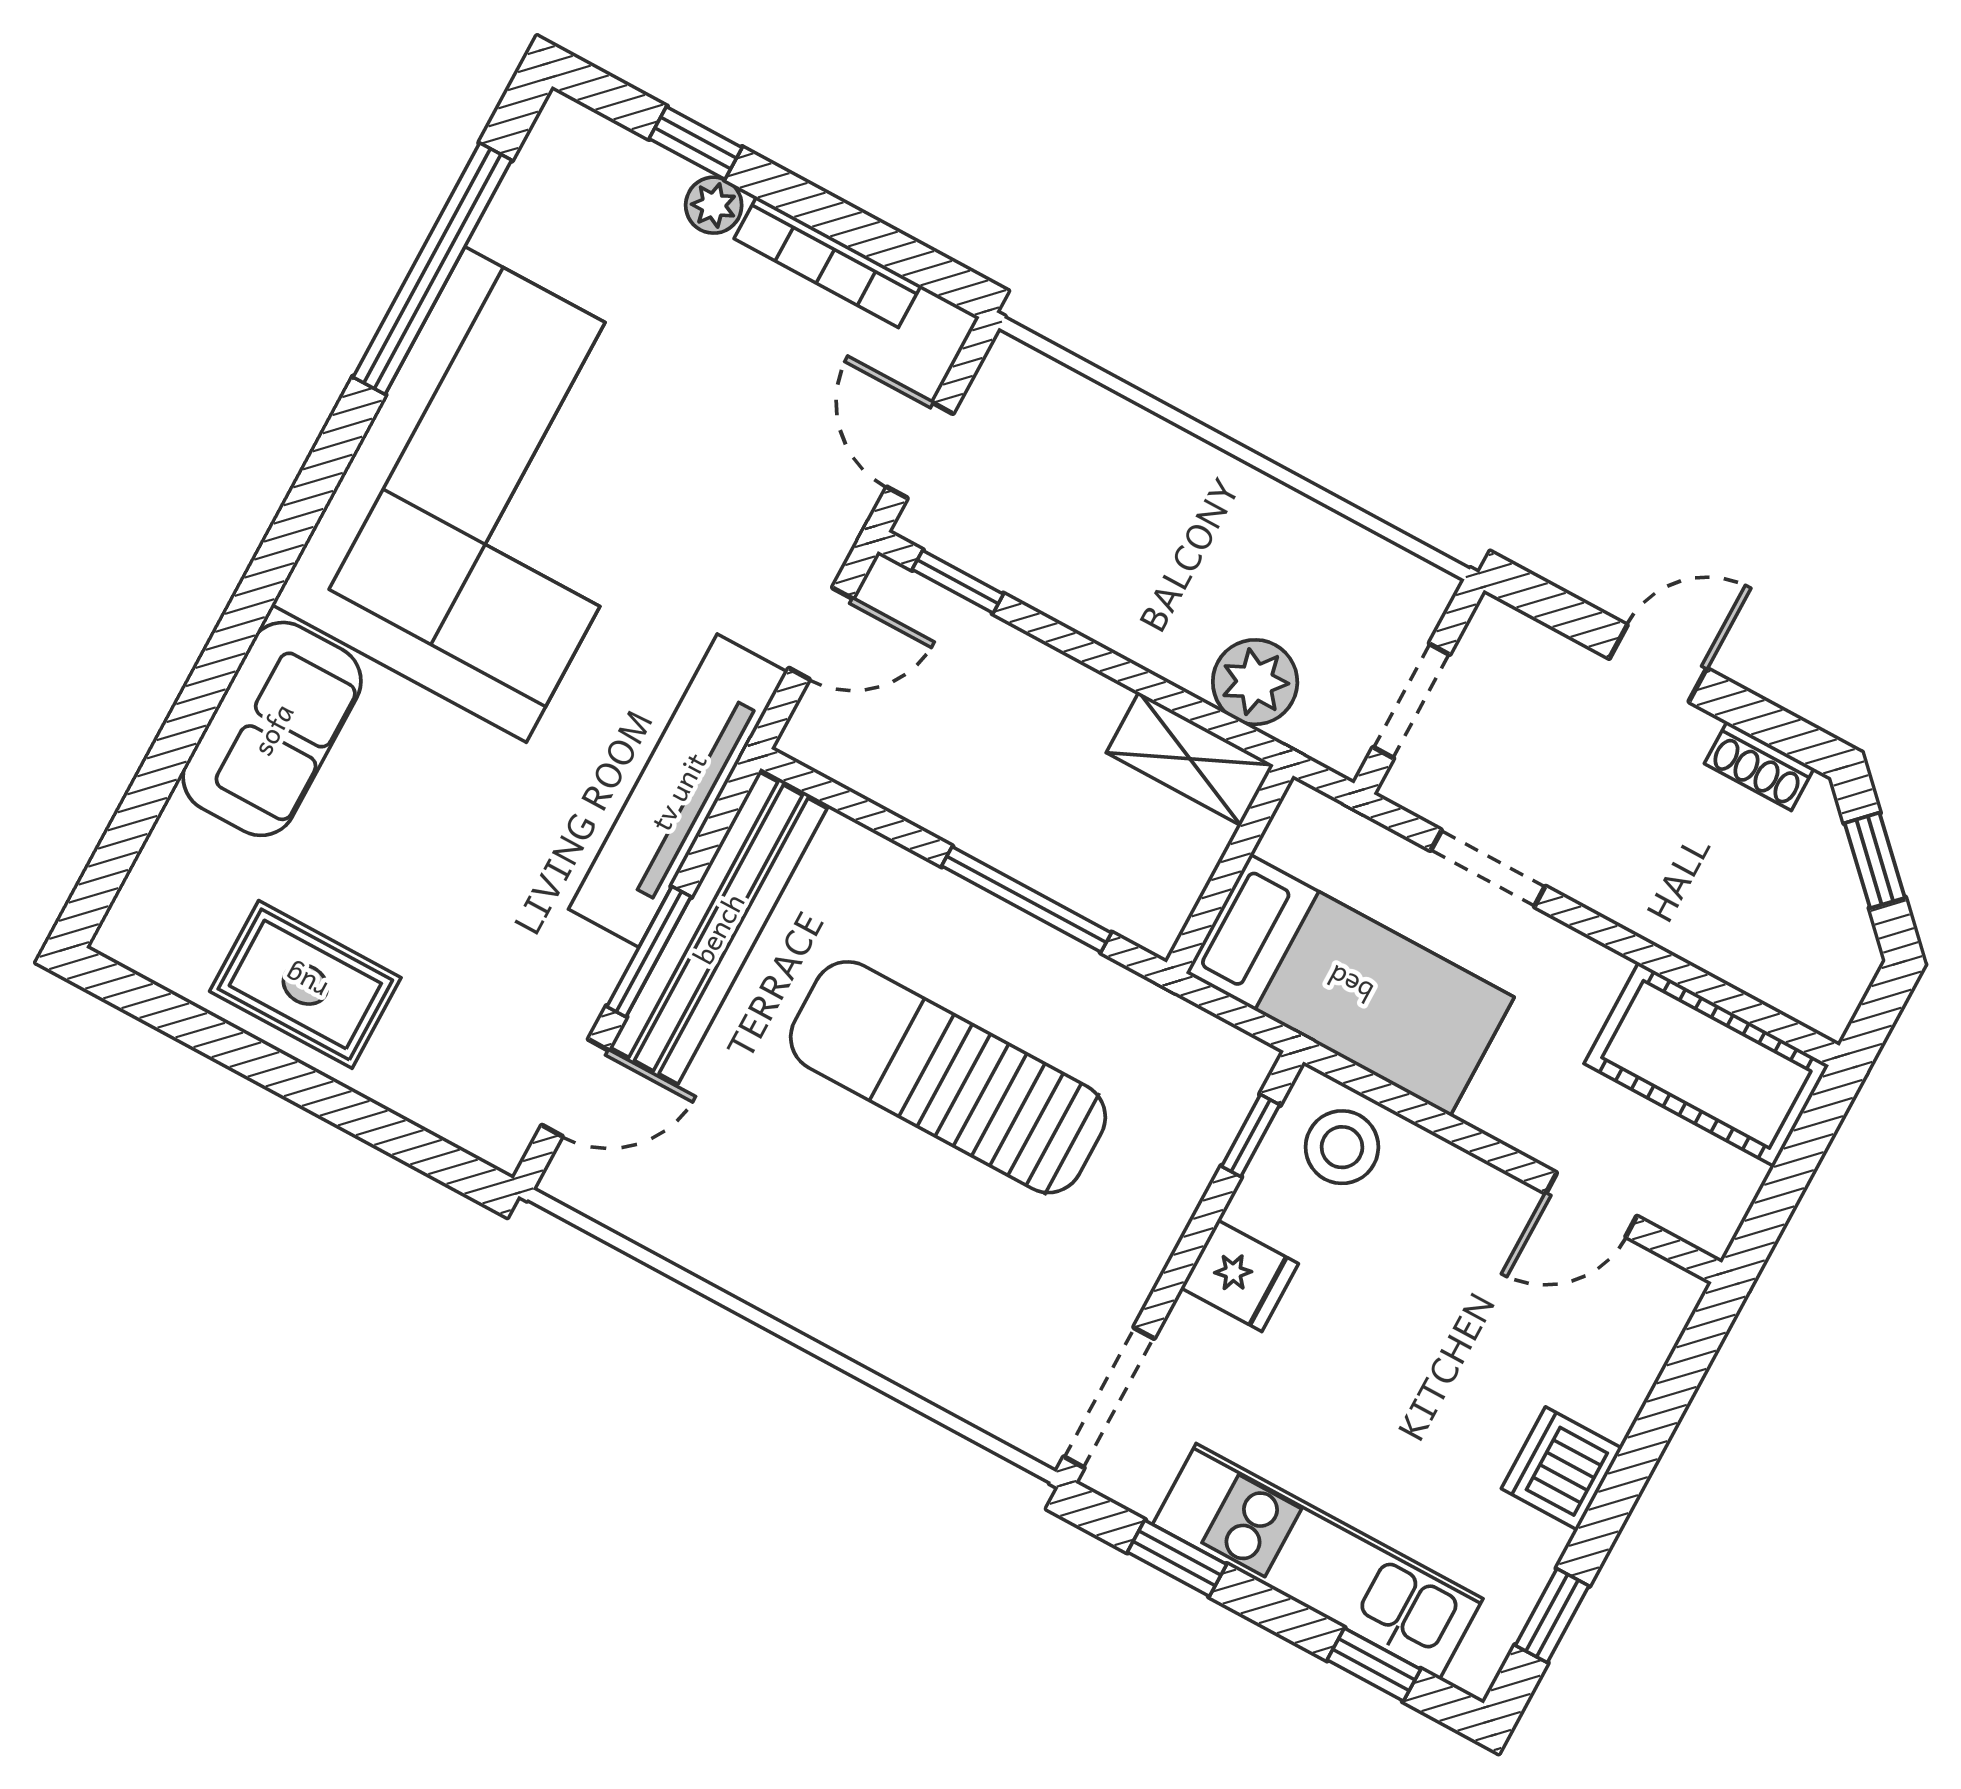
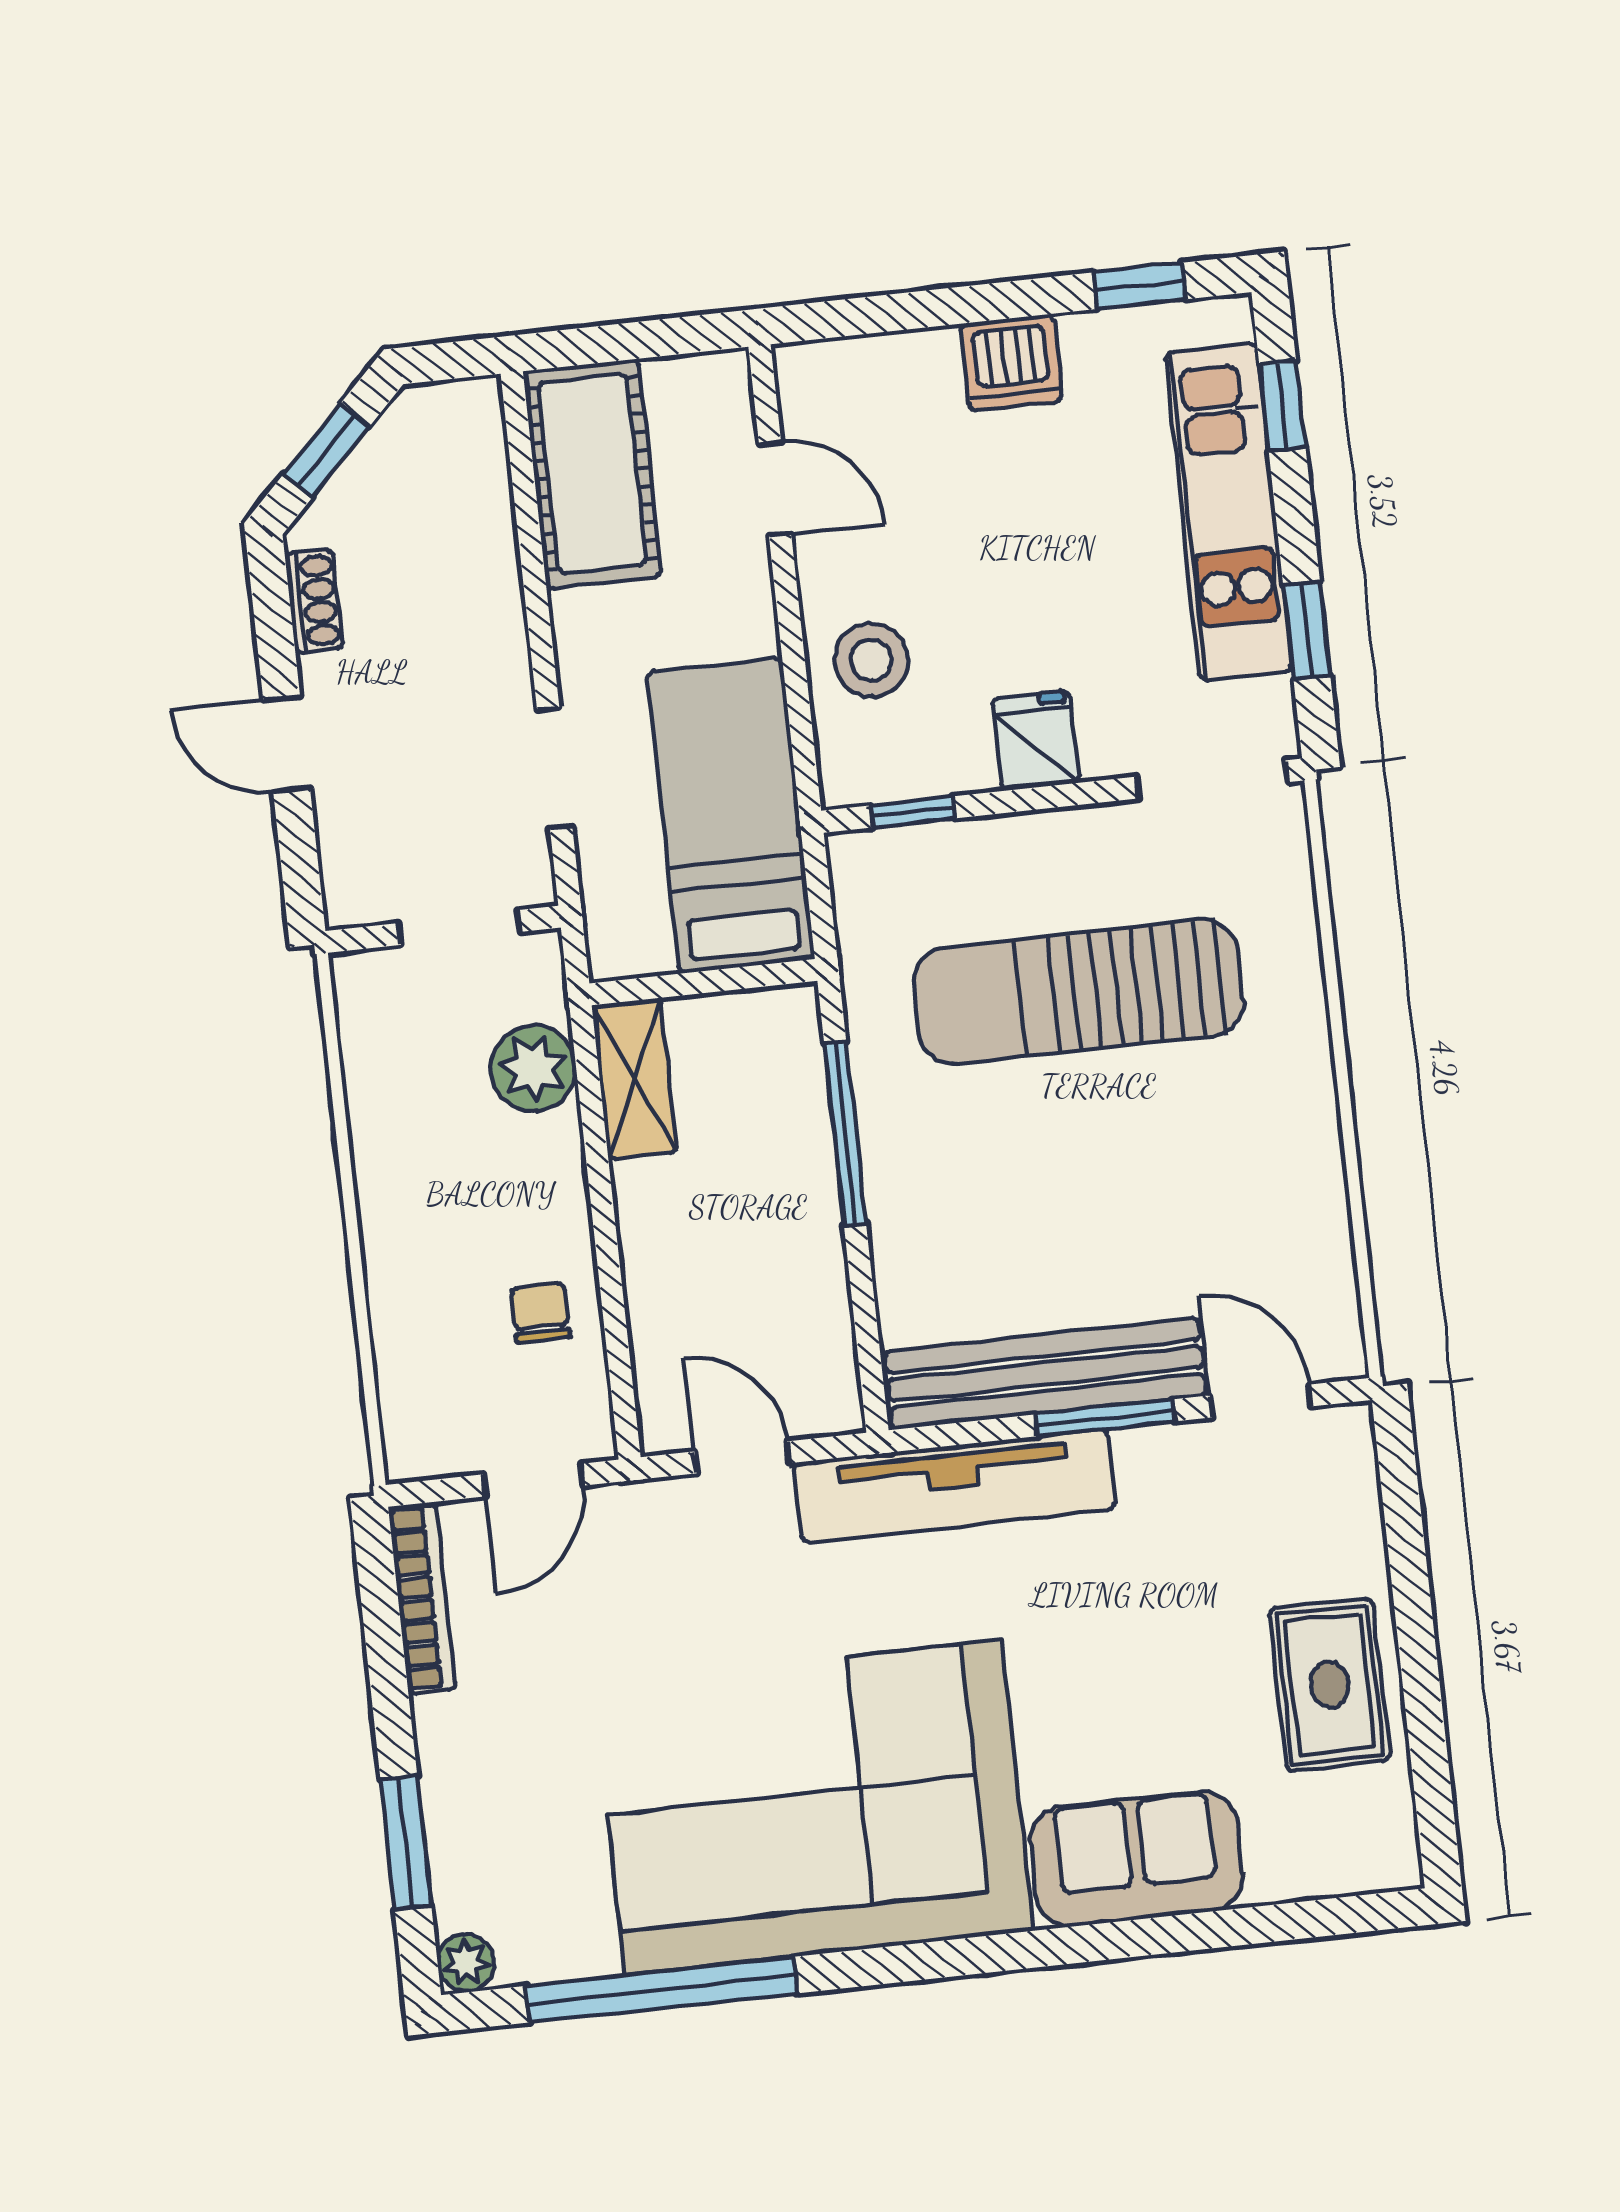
window: (696, 143) -> (406, 1843), width x1.50
plant: (714, 205) -> (466, 1962), moved
bookcase: (828, 262) -> (422, 1598), moved
chair: (1052, 550) -> (540, 1313), added
window: (958, 582) -> (620, 1373), removed
sun lounger: (948, 1077) -> (1078, 992), moved, turned 90
stool: (1342, 1147) -> (871, 660), moved

